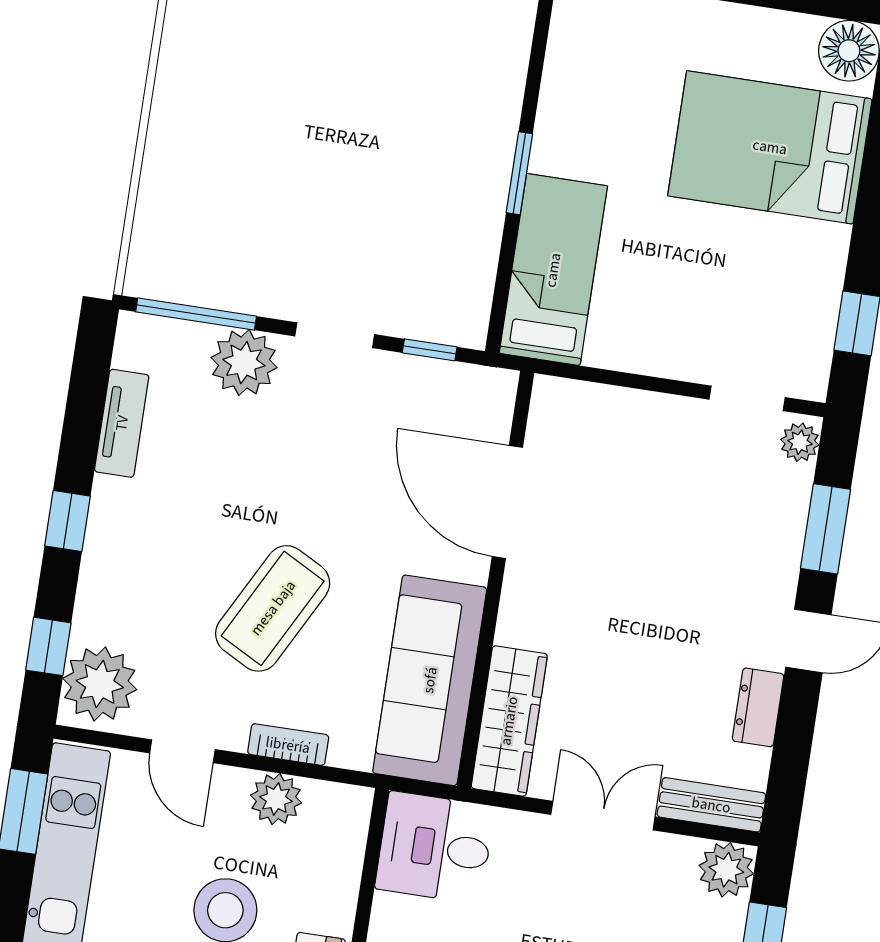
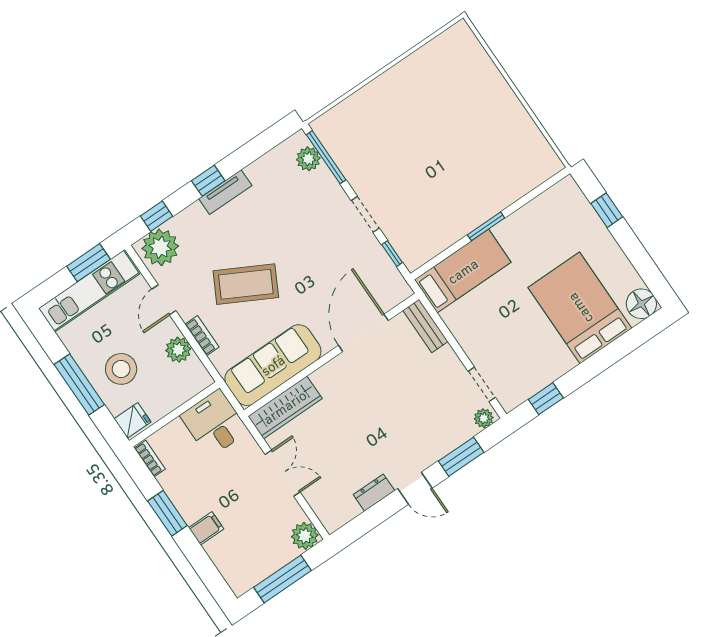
plant: (244, 363) -> (308, 159), moved, width x0.73, depth x0.73
tv unit: (122, 423) -> (225, 192), moved
bench: (711, 805) -> (425, 326), moved

